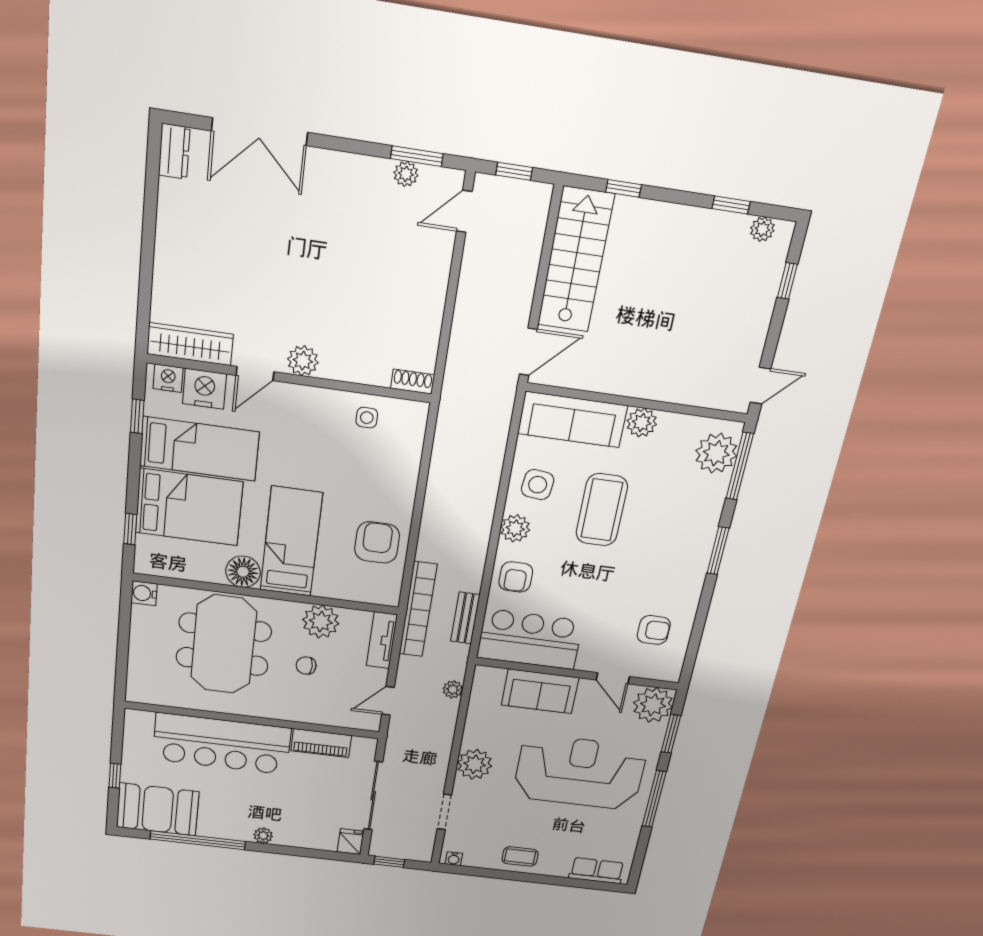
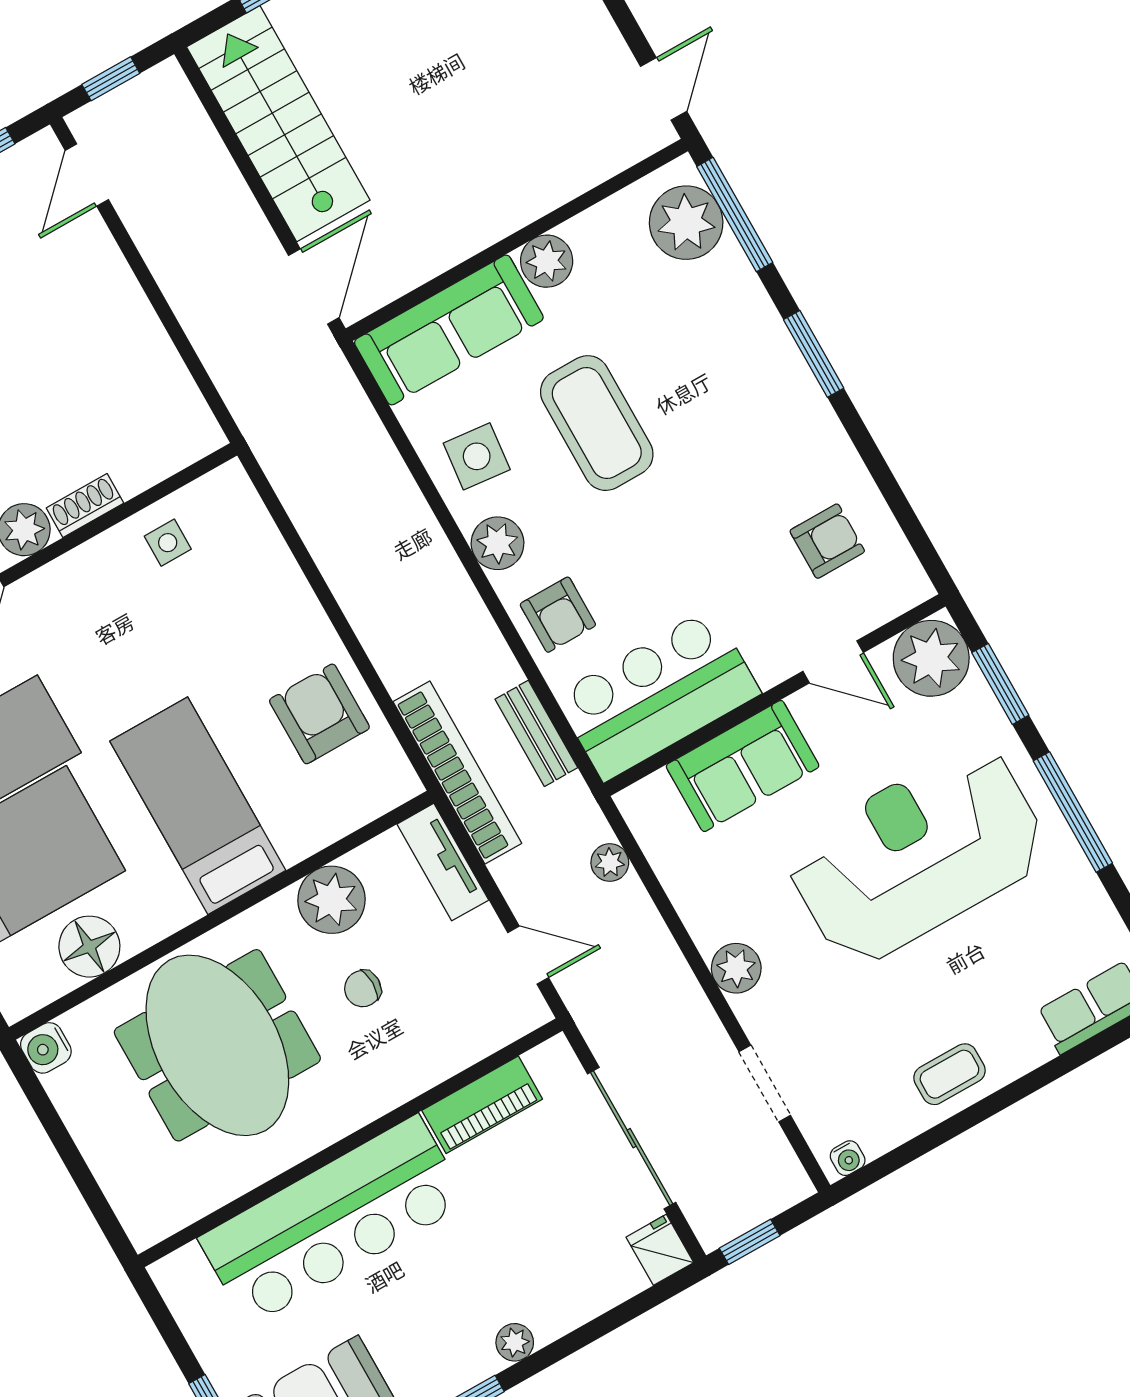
shoe rack: (413, 382) -> (85, 506), moved
floor lamp: (243, 572) -> (89, 947), moved
door: (388, 701) -> (528, 955), swing flipped
plant: (475, 764) -> (736, 968), width x0.73, depth x0.73

